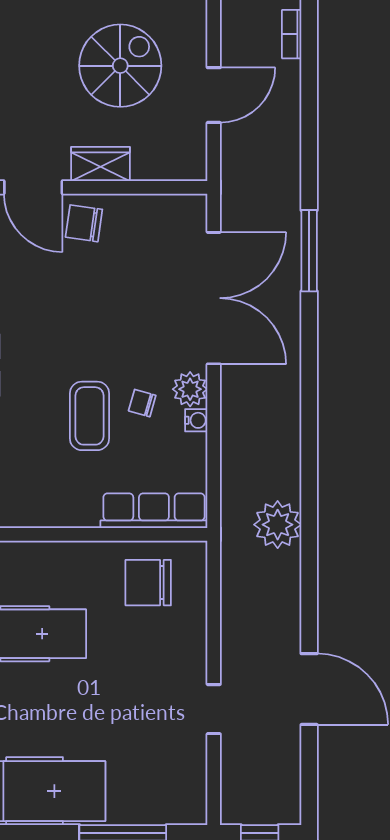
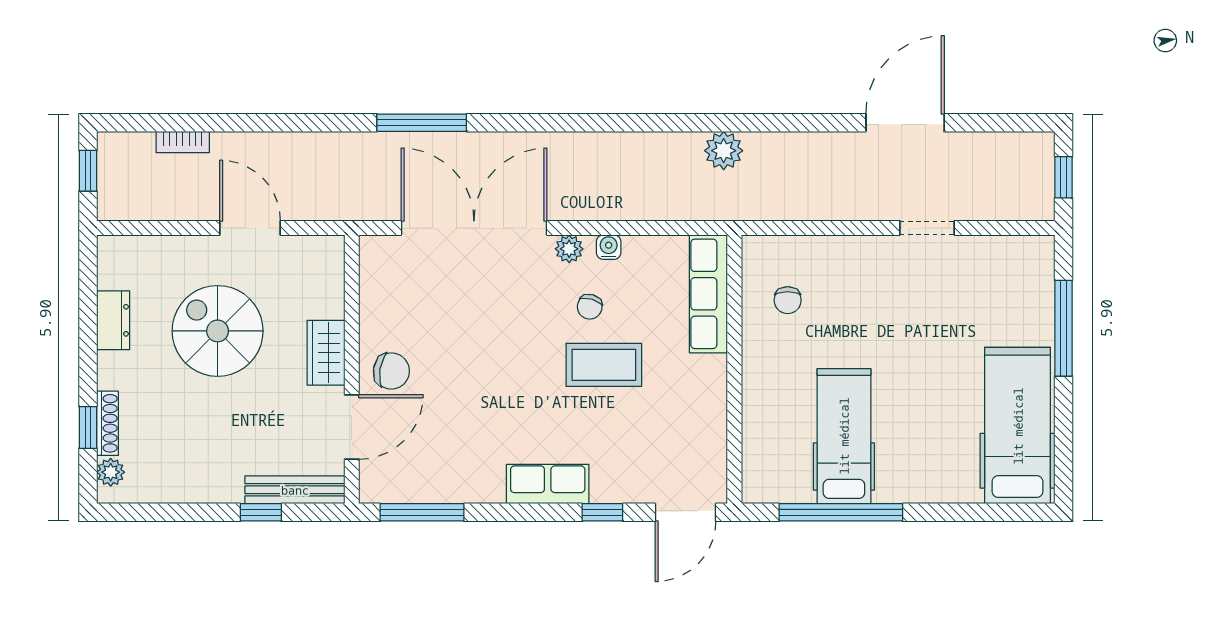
chair: (84, 223) -> (391, 371), turned -89
plant: (190, 389) -> (569, 249), width x0.73, depth x0.73
plant: (278, 525) -> (724, 151), width x0.73, depth x0.73
chair: (148, 583) -> (788, 300), width x0.54, depth x0.54

